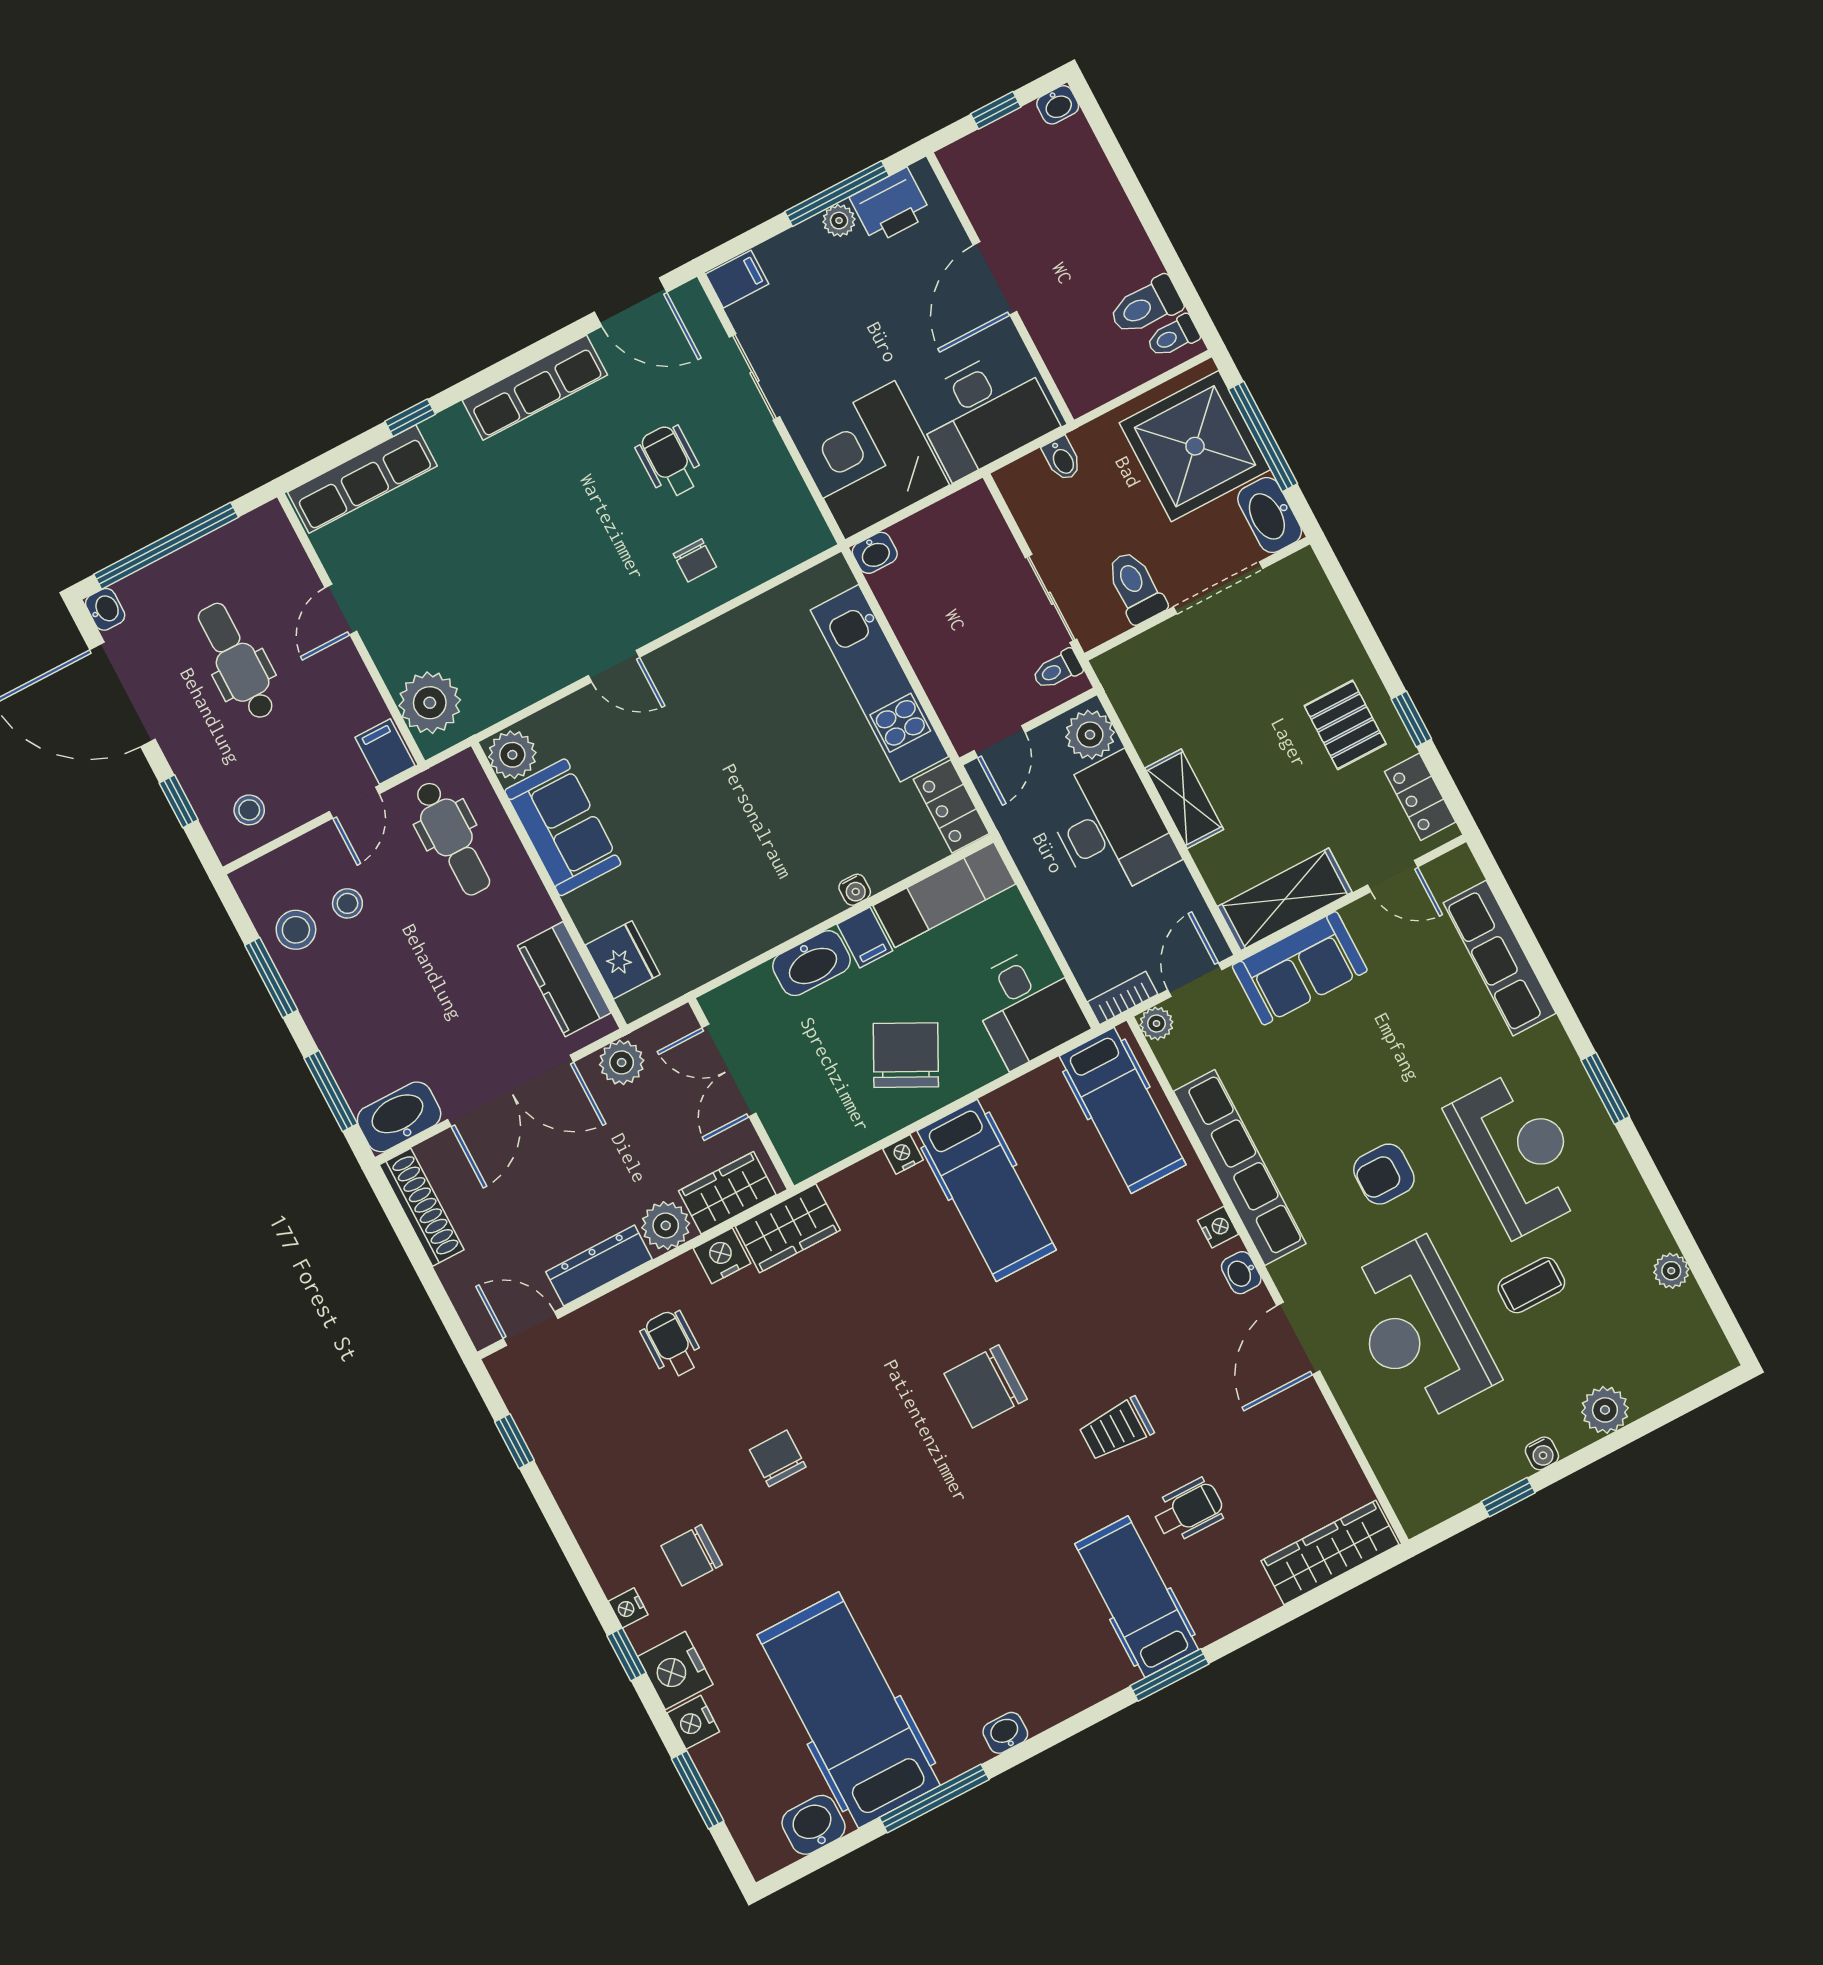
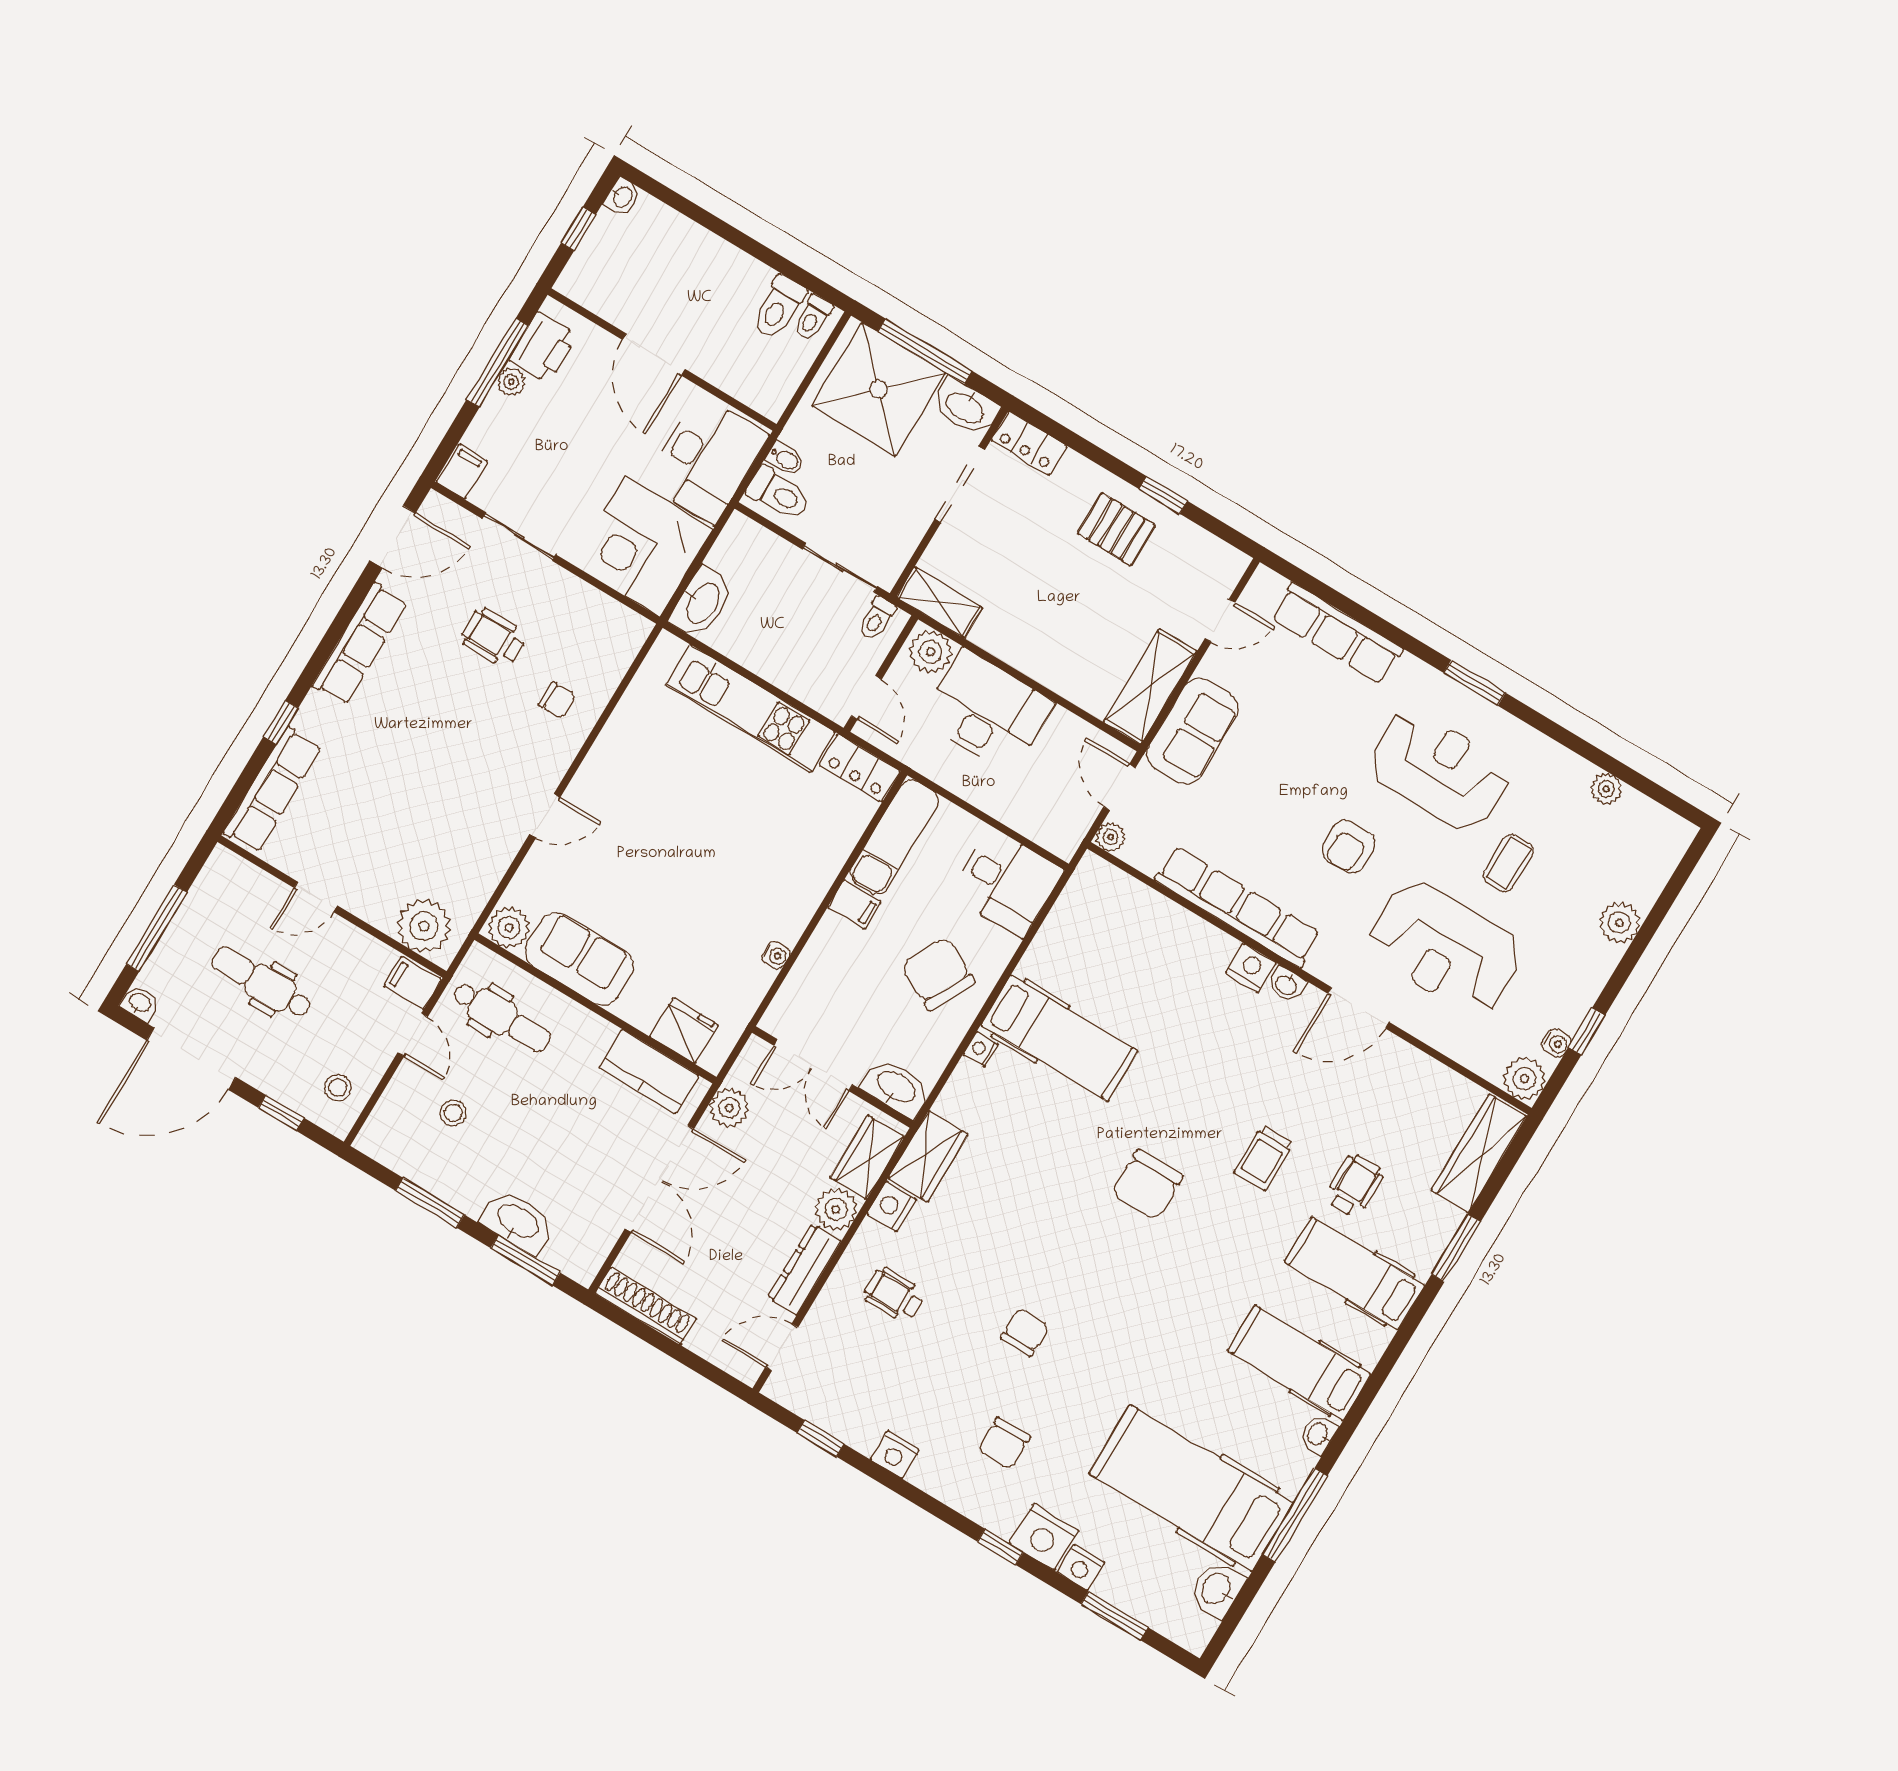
window: (166, 546) -> (157, 928), width x0.68
washbasin: (875, 553) -> (702, 603), width x1.91, depth x1.45
toilet: (1136, 587) -> (779, 494), moved, turned 180
door: (341, 610) -> (316, 897), hinge flipped
locker: (1420, 797) -> (1029, 443), moved
shelving: (1184, 799) -> (939, 602), moved
water cooler: (855, 890) -> (776, 955), moved
stool: (296, 930) -> (427, 1156), removed
washbasin: (812, 963) -> (896, 1088), moved, turned -90
bookcase: (1123, 998) -> (1074, 833), removed
hospital bed: (1123, 1110) -> (1299, 1363), moved, turned 180
washbasin: (399, 1117) -> (518, 1222), moved, turned 90
nightstand: (1218, 1227) -> (1251, 968), width x1.39, depth x1.35
door: (1298, 1338) -> (1359, 1008), hinge flipped
water cooler: (1542, 1453) -> (1556, 1043), moved
chair: (778, 1458) -> (1025, 1332), turned 90
plant: (1419, 1506) -> (1524, 1079), added
nightstand: (628, 1608) -> (895, 1454), moved, width x1.39, depth x1.35
window: (1169, 1675) -> (1456, 1248), moved

